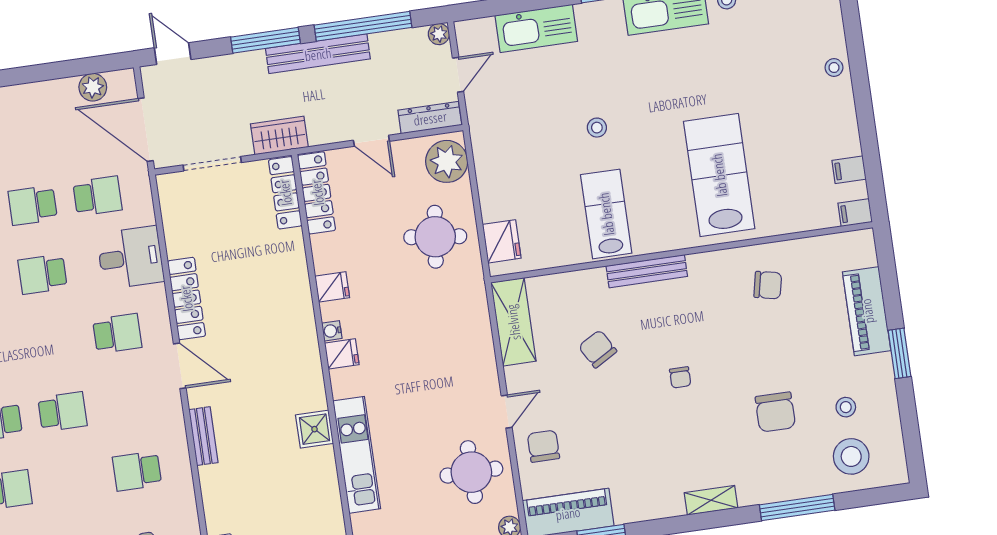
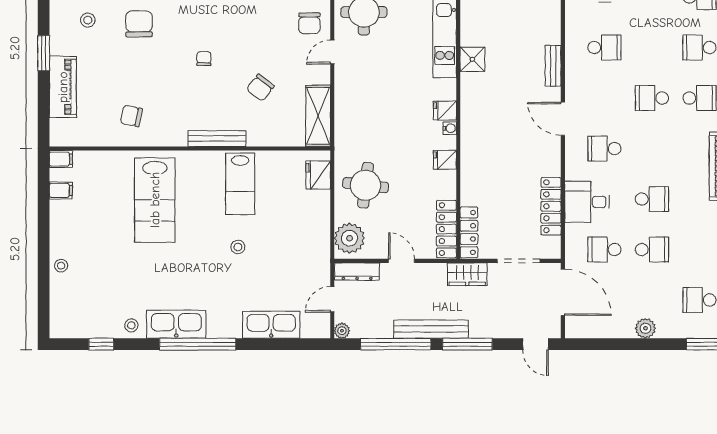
plant: (93, 87) -> (645, 328), moved
locker: (186, 299) -> (551, 206), moved
chair: (598, 349) -> (260, 88), turned 68

